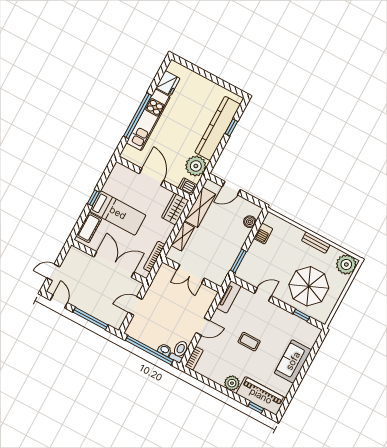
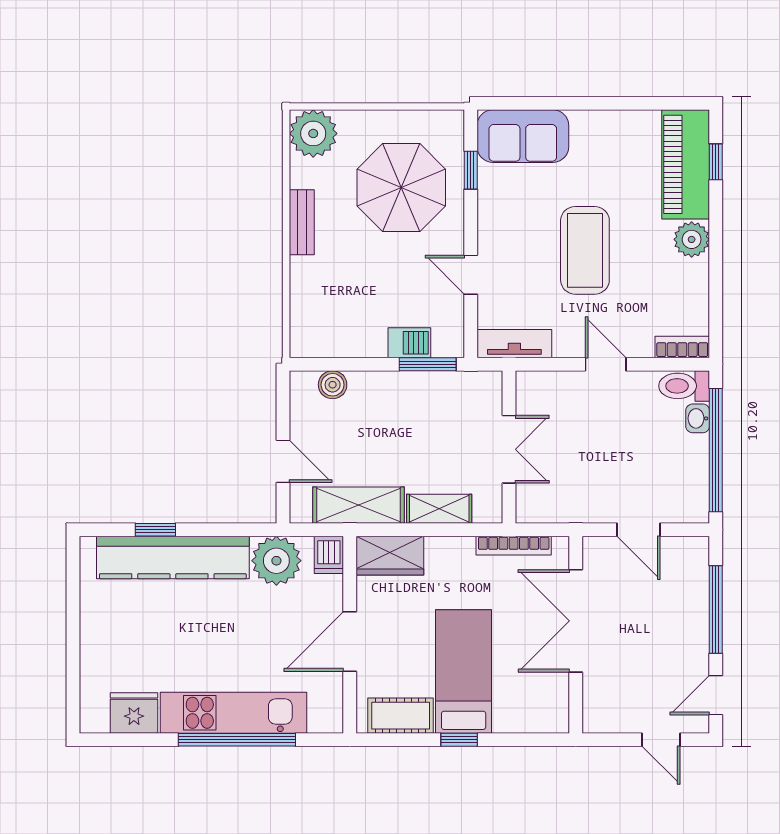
cot: (89, 228) -> (401, 716), moved
barbecue: (263, 234) -> (409, 343), moved
coffee table: (249, 342) -> (585, 250), width x1.86, depth x1.72
sofa: (293, 361) -> (523, 136), moved

